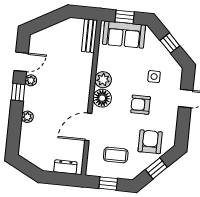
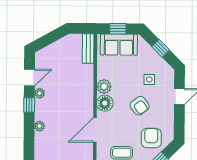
armchair: (141, 105) -> (140, 106), turned -126

